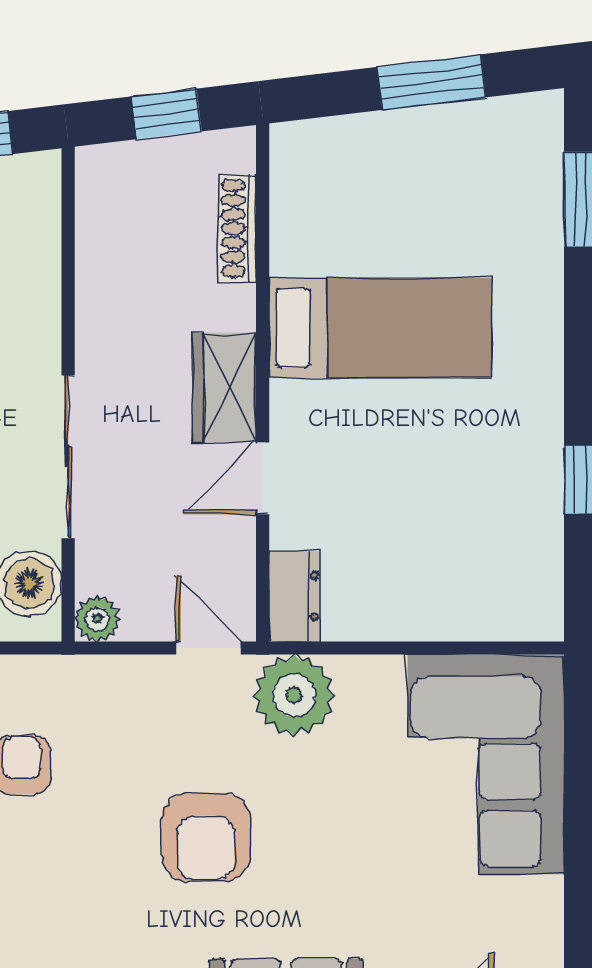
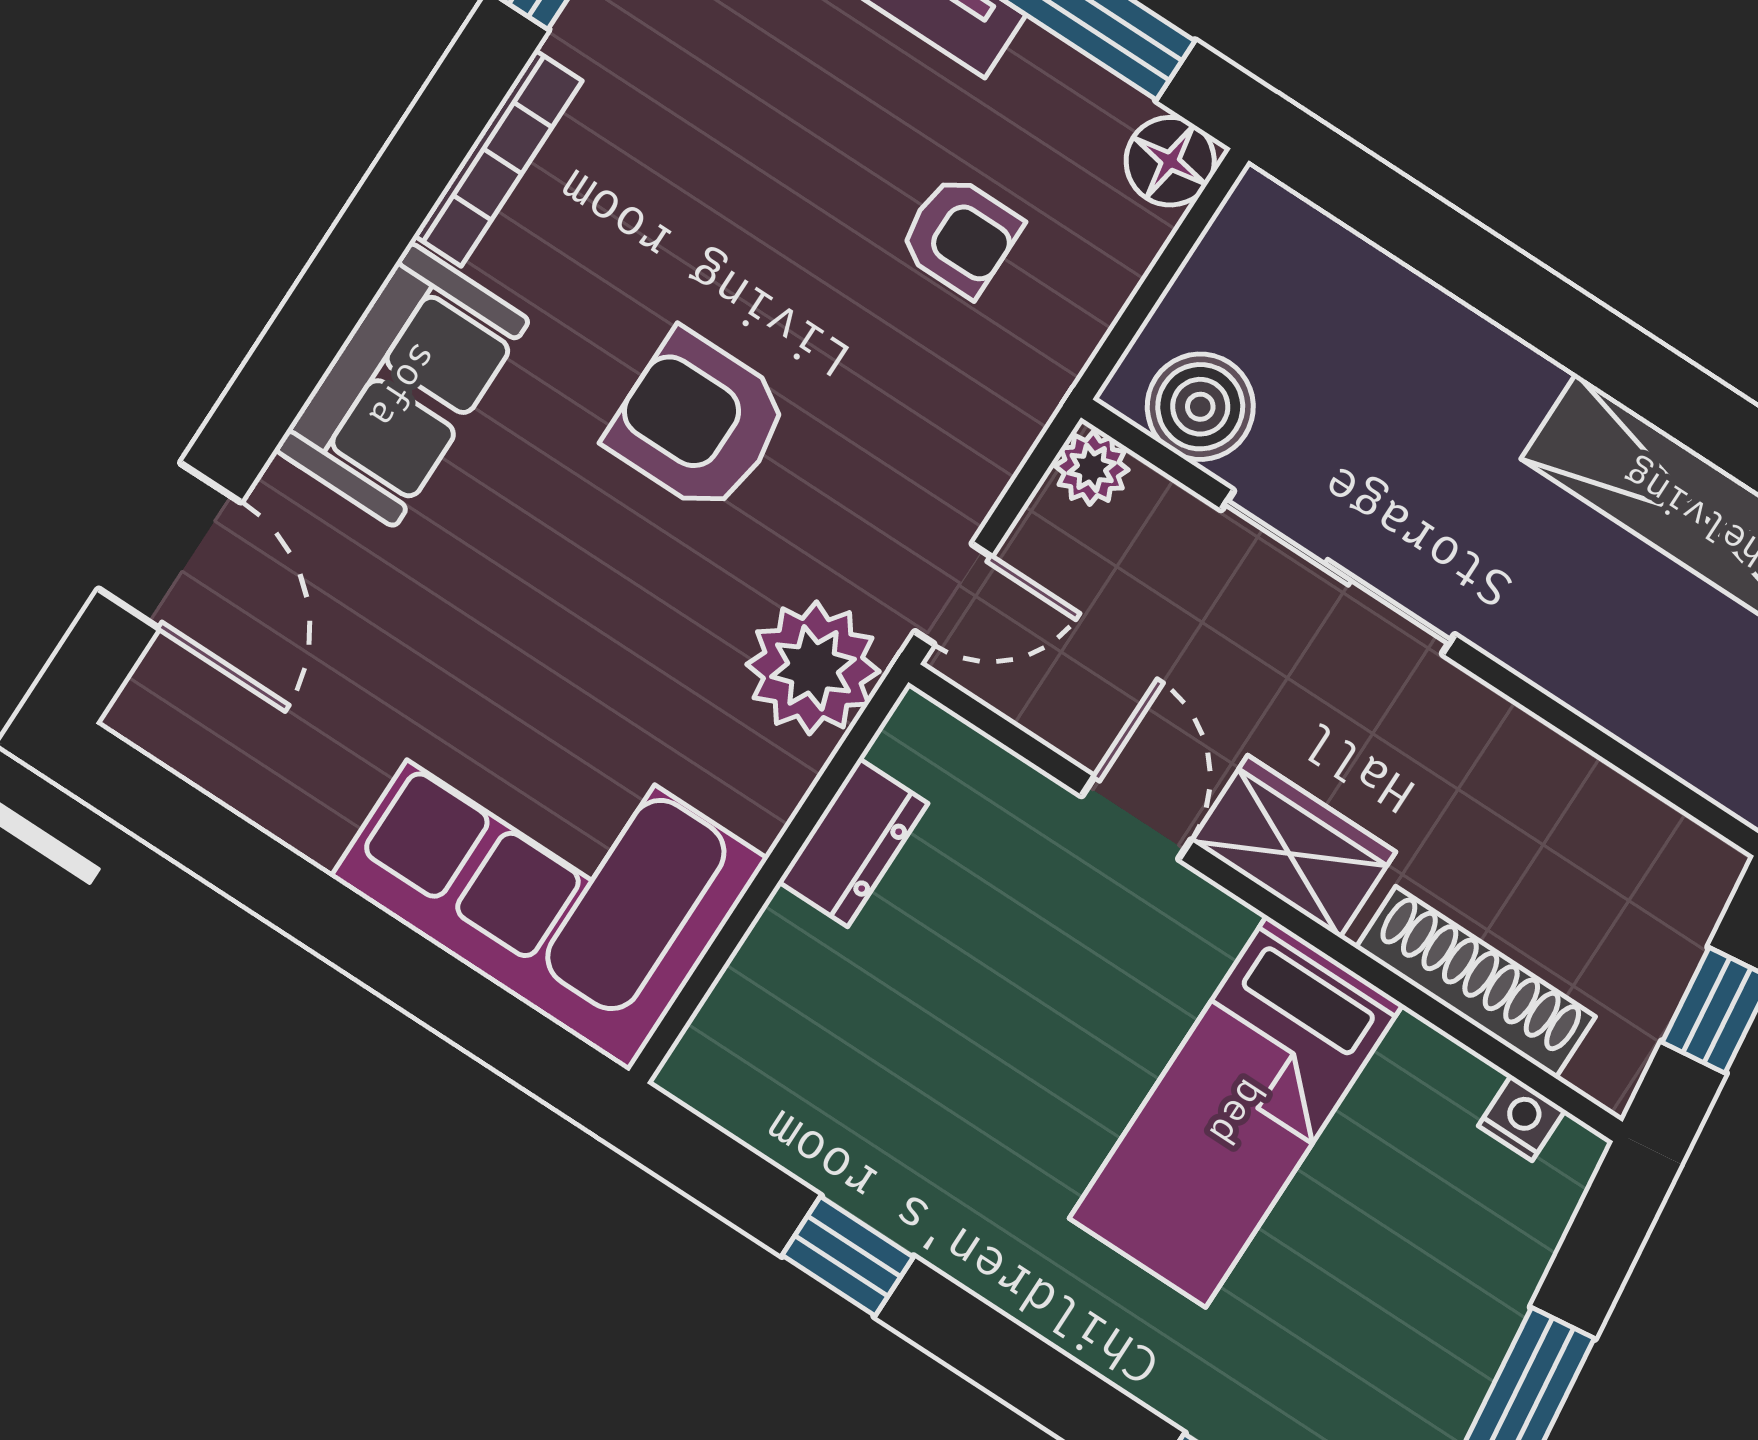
nightstand: (288, 178) -> (1522, 1118), added
shoe rack: (238, 228) -> (1476, 982), width x1.36, depth x1.24
dresser: (295, 596) -> (853, 843), moved, turned -90

